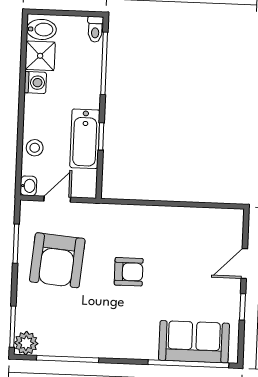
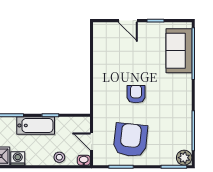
bathtub: (85, 139) -> (36, 125), moved
armchair: (57, 260) -> (130, 140), turned -89

